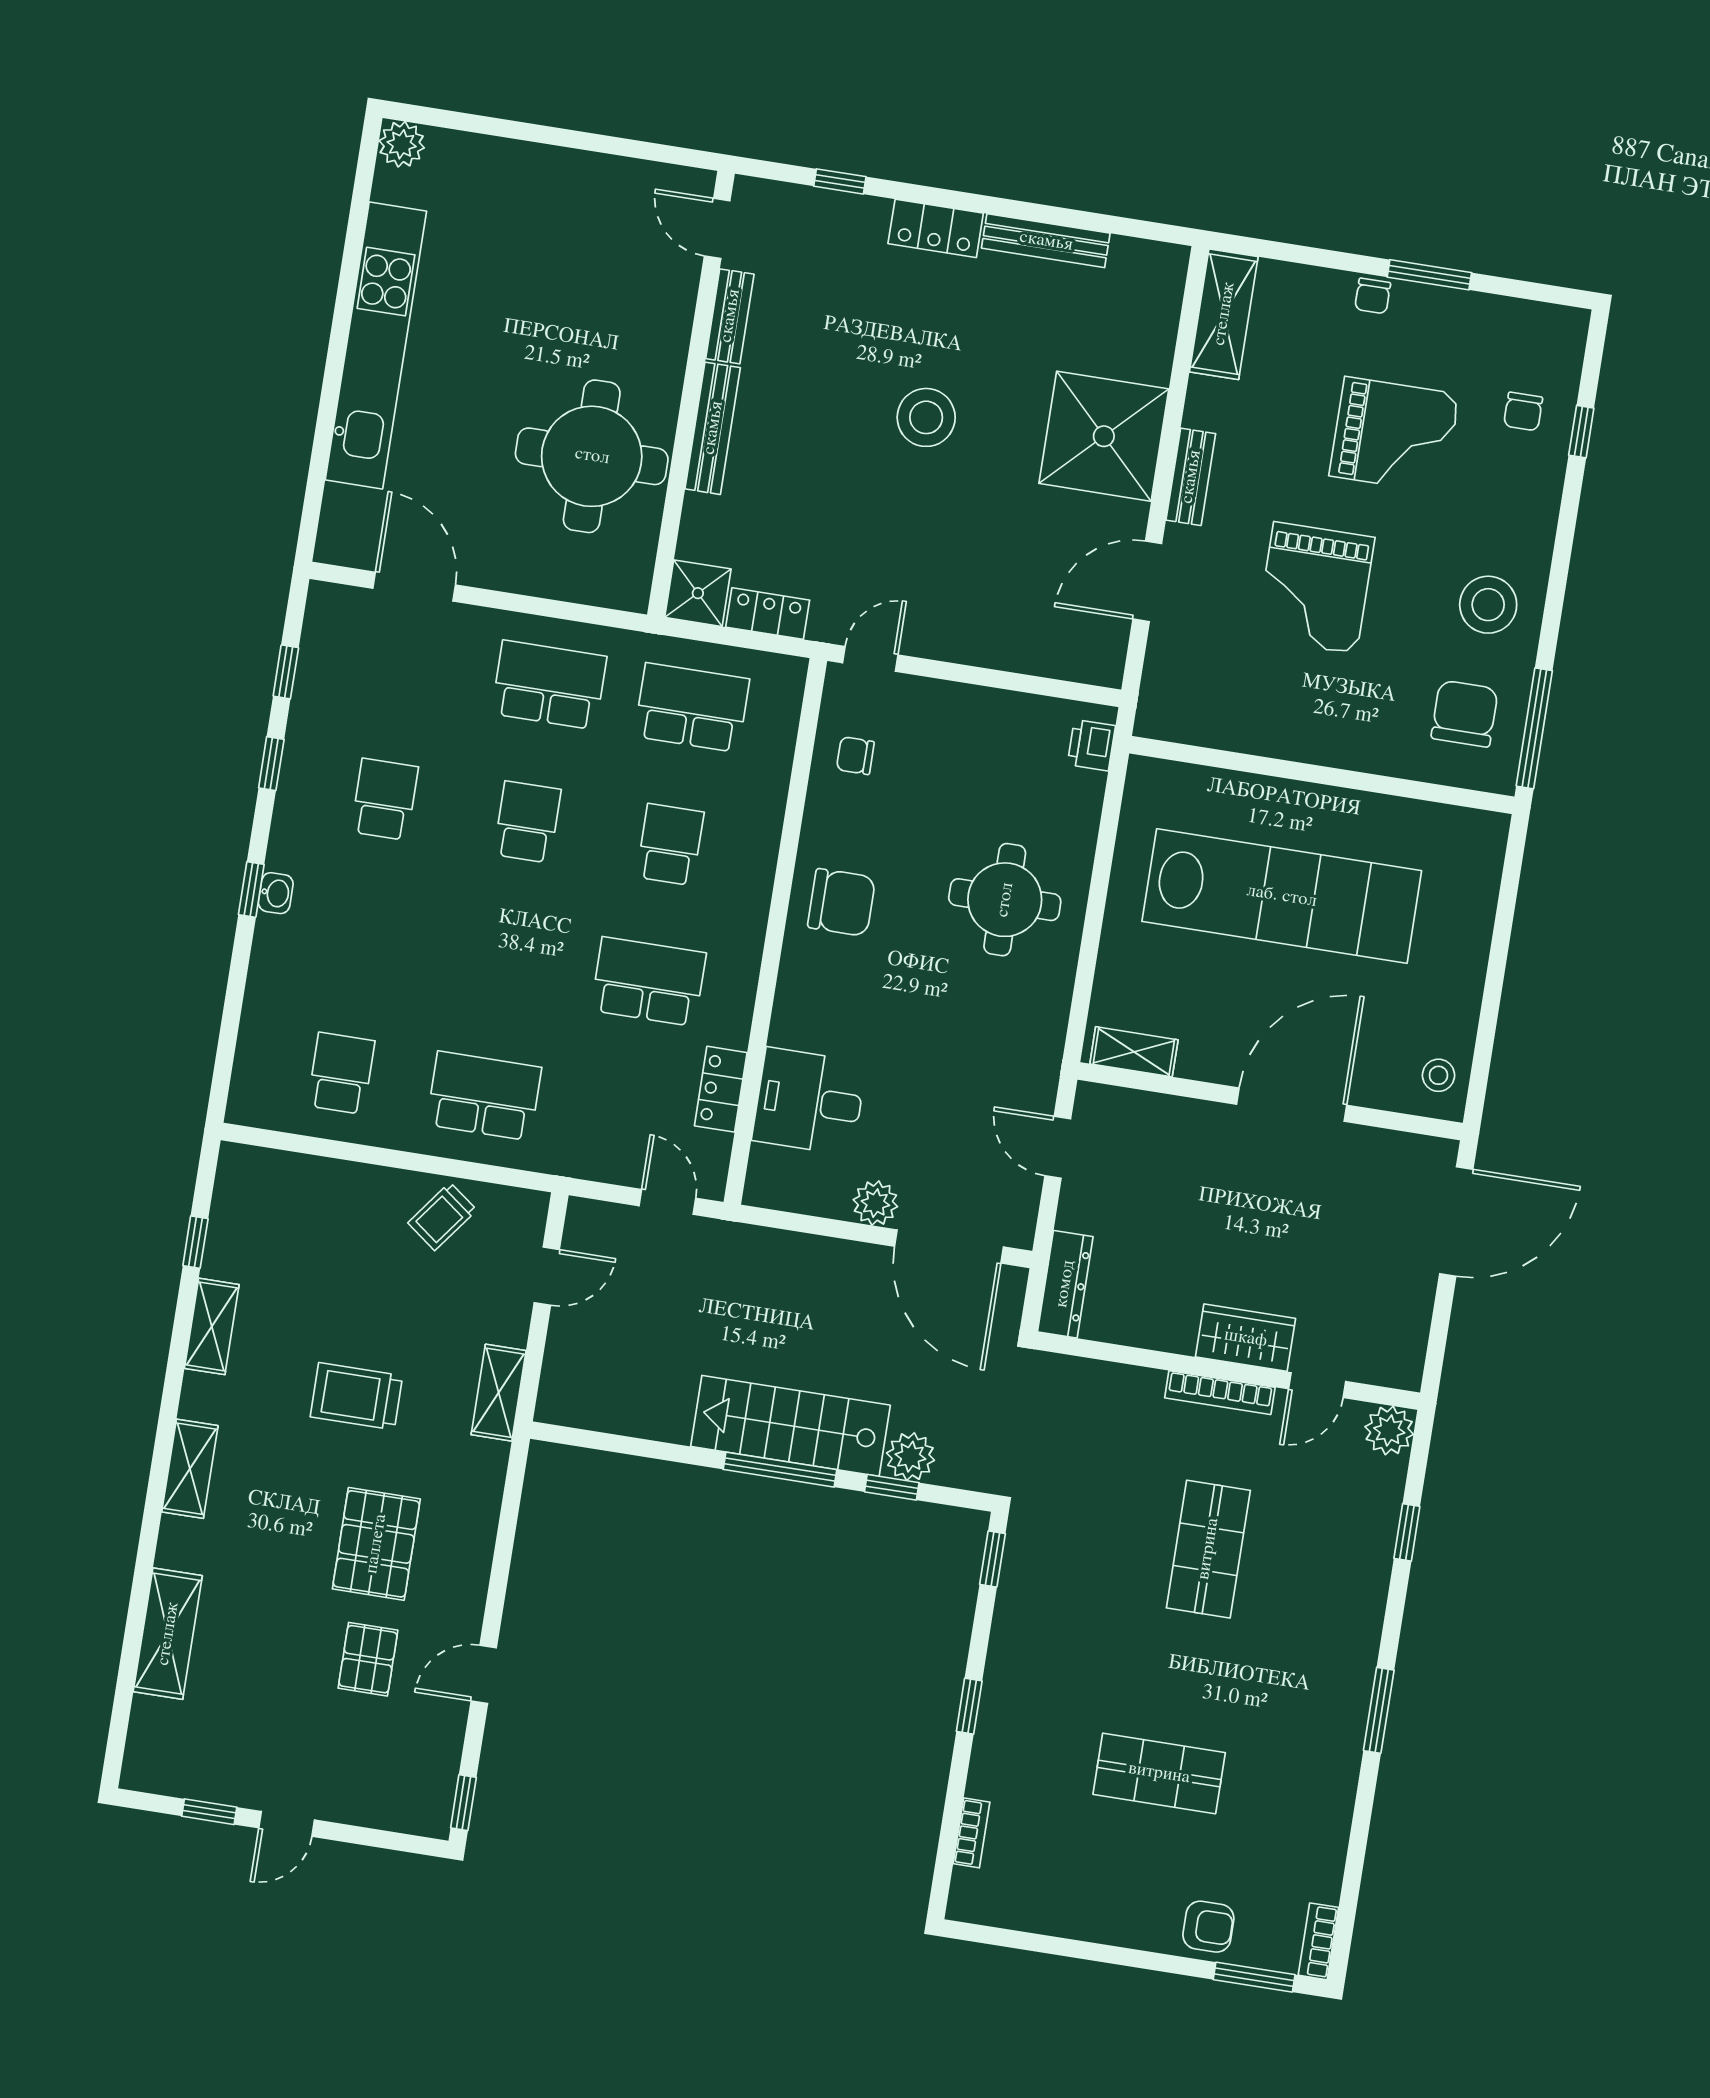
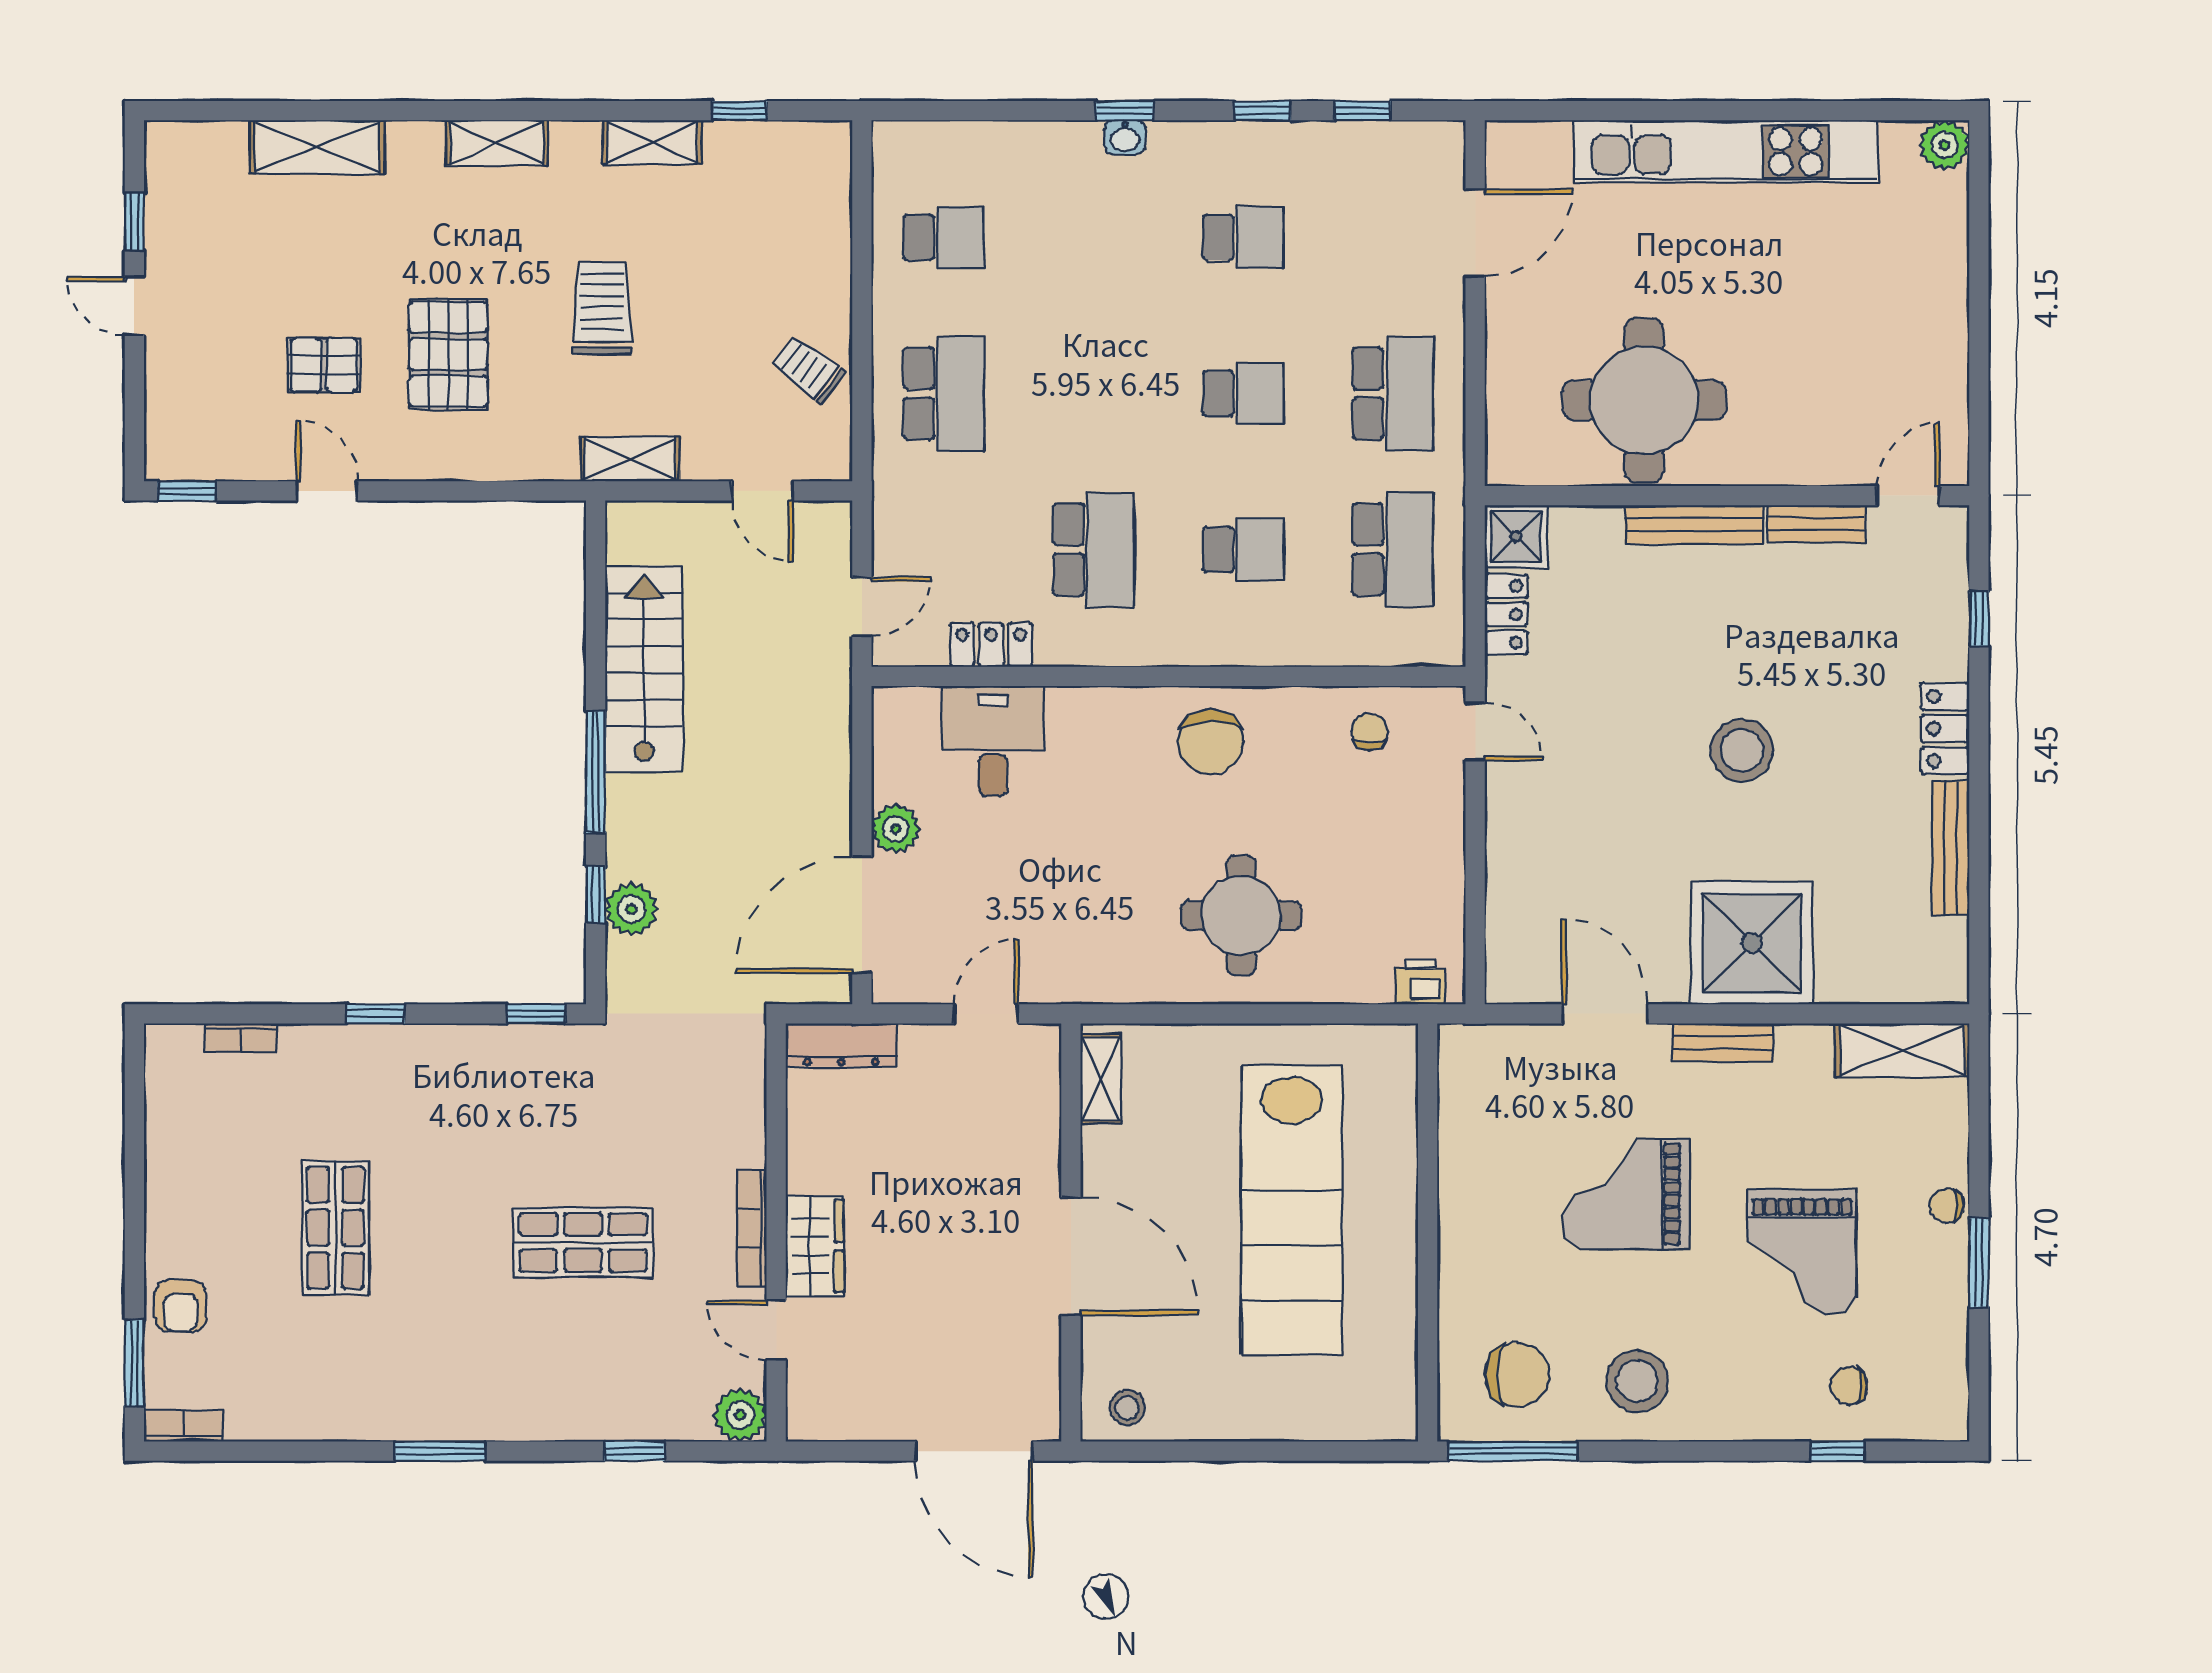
stairs: (790, 1426) -> (644, 669), moved
pallet: (376, 1544) -> (448, 354), turned 90

